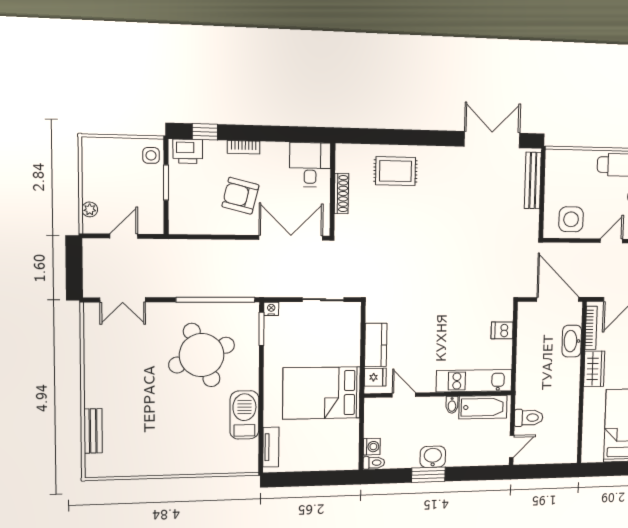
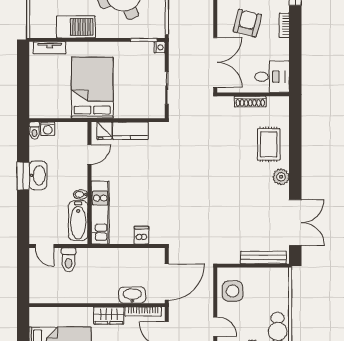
plant: (436, 156) -> (281, 177), added
washbasin: (433, 457) -> (38, 175), width x1.38

